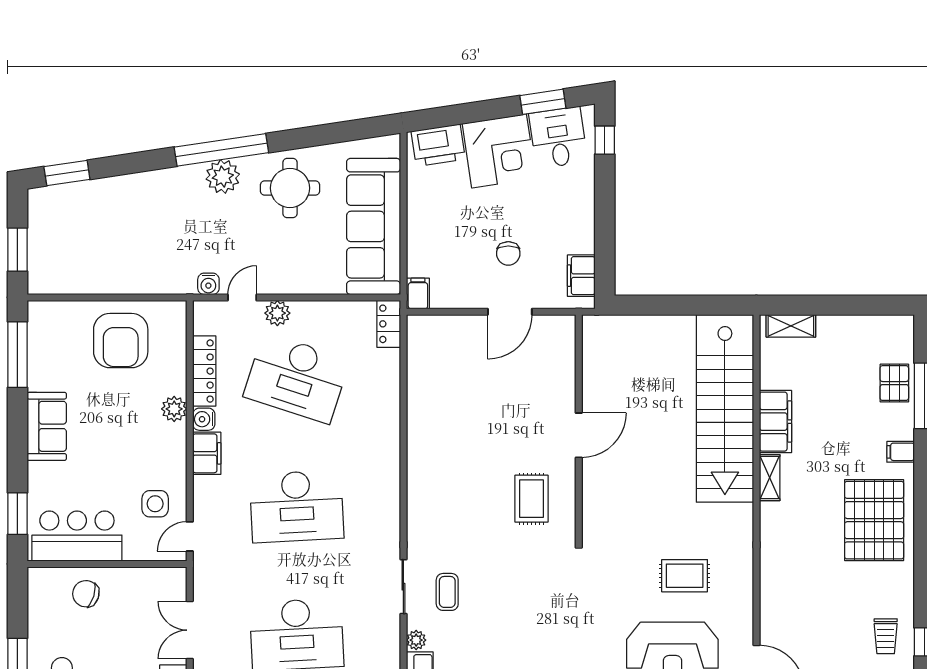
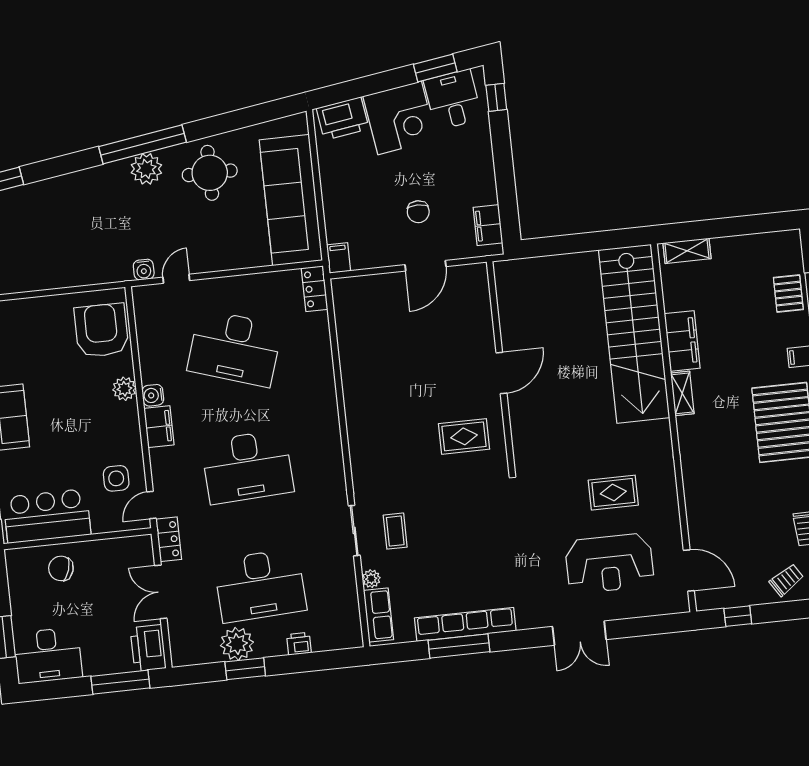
plant: (277, 313) -> (210, 290), removed
armchair: (121, 341) -> (101, 330), moved, turned 180
locker: (204, 371) -> (169, 539), moved, width x0.66
rug: (532, 499) -> (464, 436), turned 90

